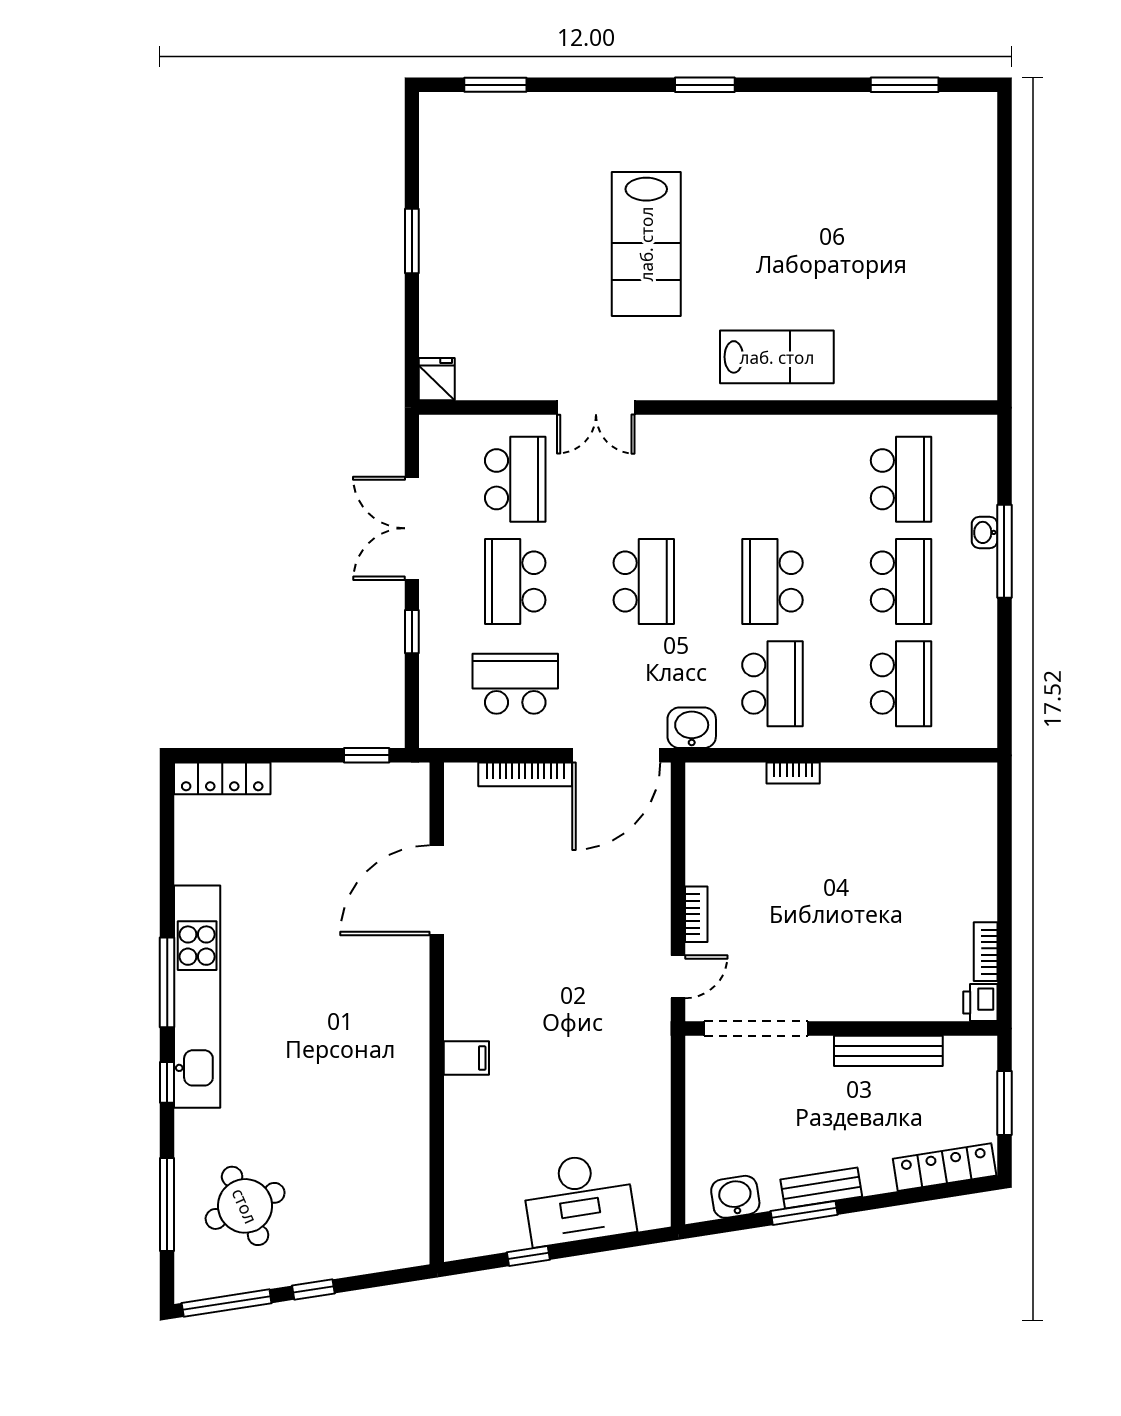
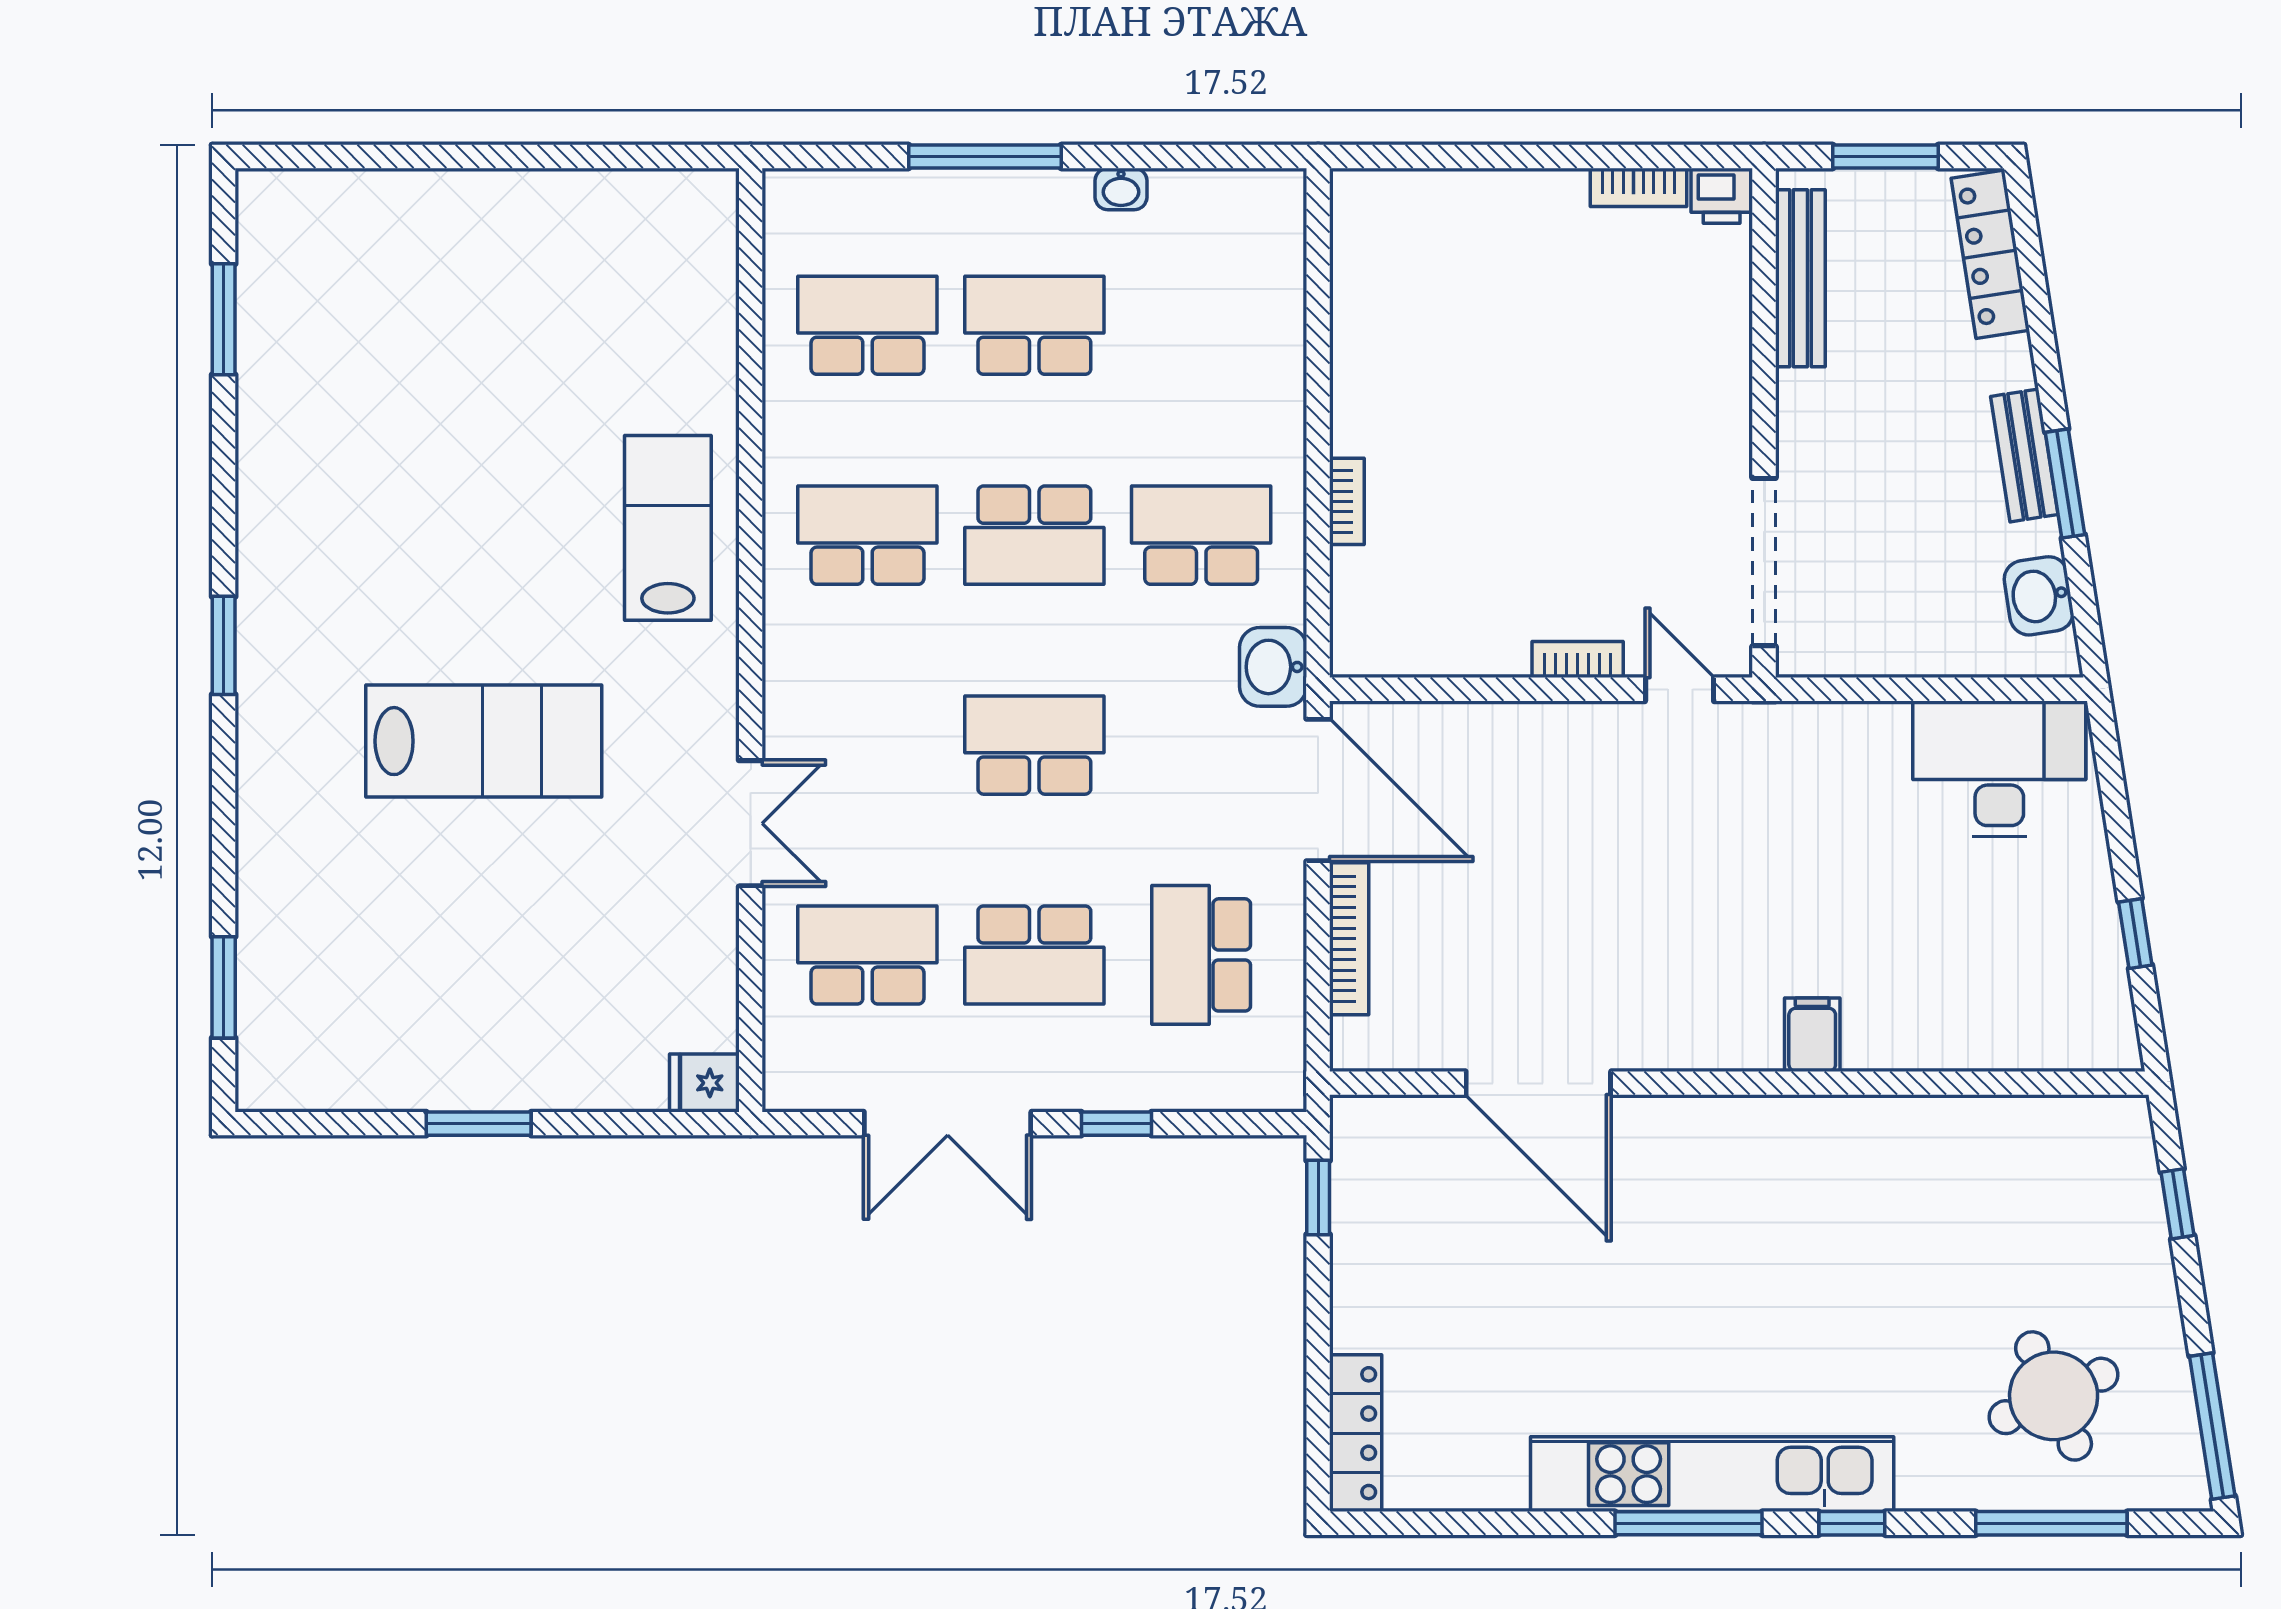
washbasin: (985, 532) -> (1121, 189), moved
school desk: (901, 684) -> (867, 535), moved
bench: (888, 1051) -> (1800, 278), moved
desk: (579, 1199) -> (1999, 769), moved, turned -81
window: (313, 1290) -> (2177, 1204), moved

